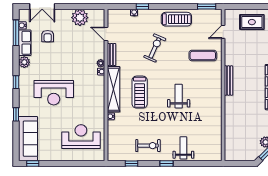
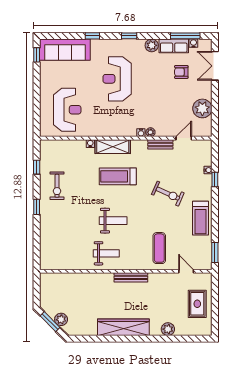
shelving: (113, 89) -> (113, 147), width x0.68
weight bench: (183, 148) -> (106, 253), moved

